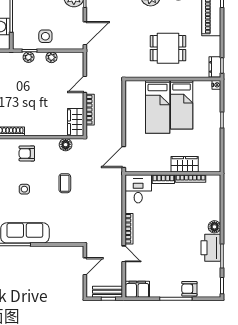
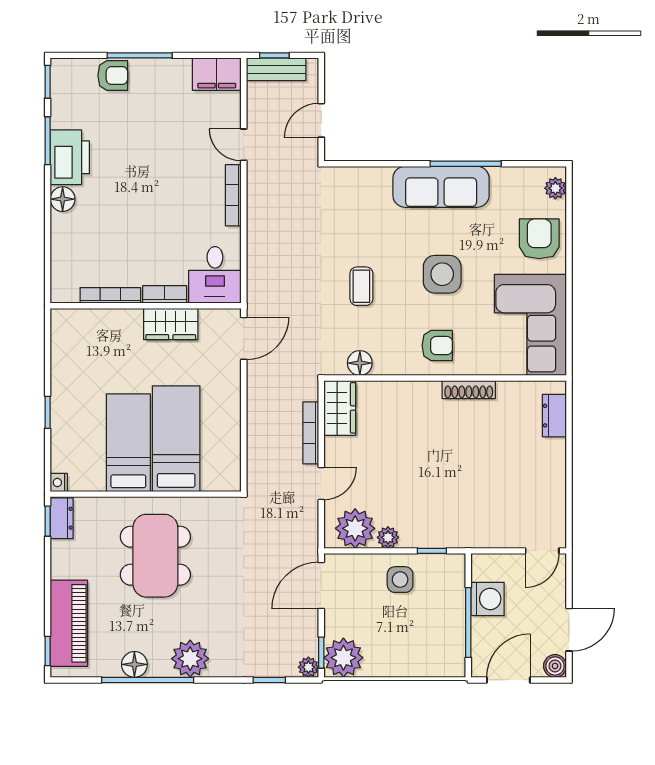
dining table: (168, 48) -> (155, 556), width x1.38
plant: (29, 57) -> (355, 528), moved, width x1.87, depth x1.87
wardrobe: (185, 164) -> (171, 324), moved
side table: (24, 189) -> (442, 274), width x1.87, depth x1.87

